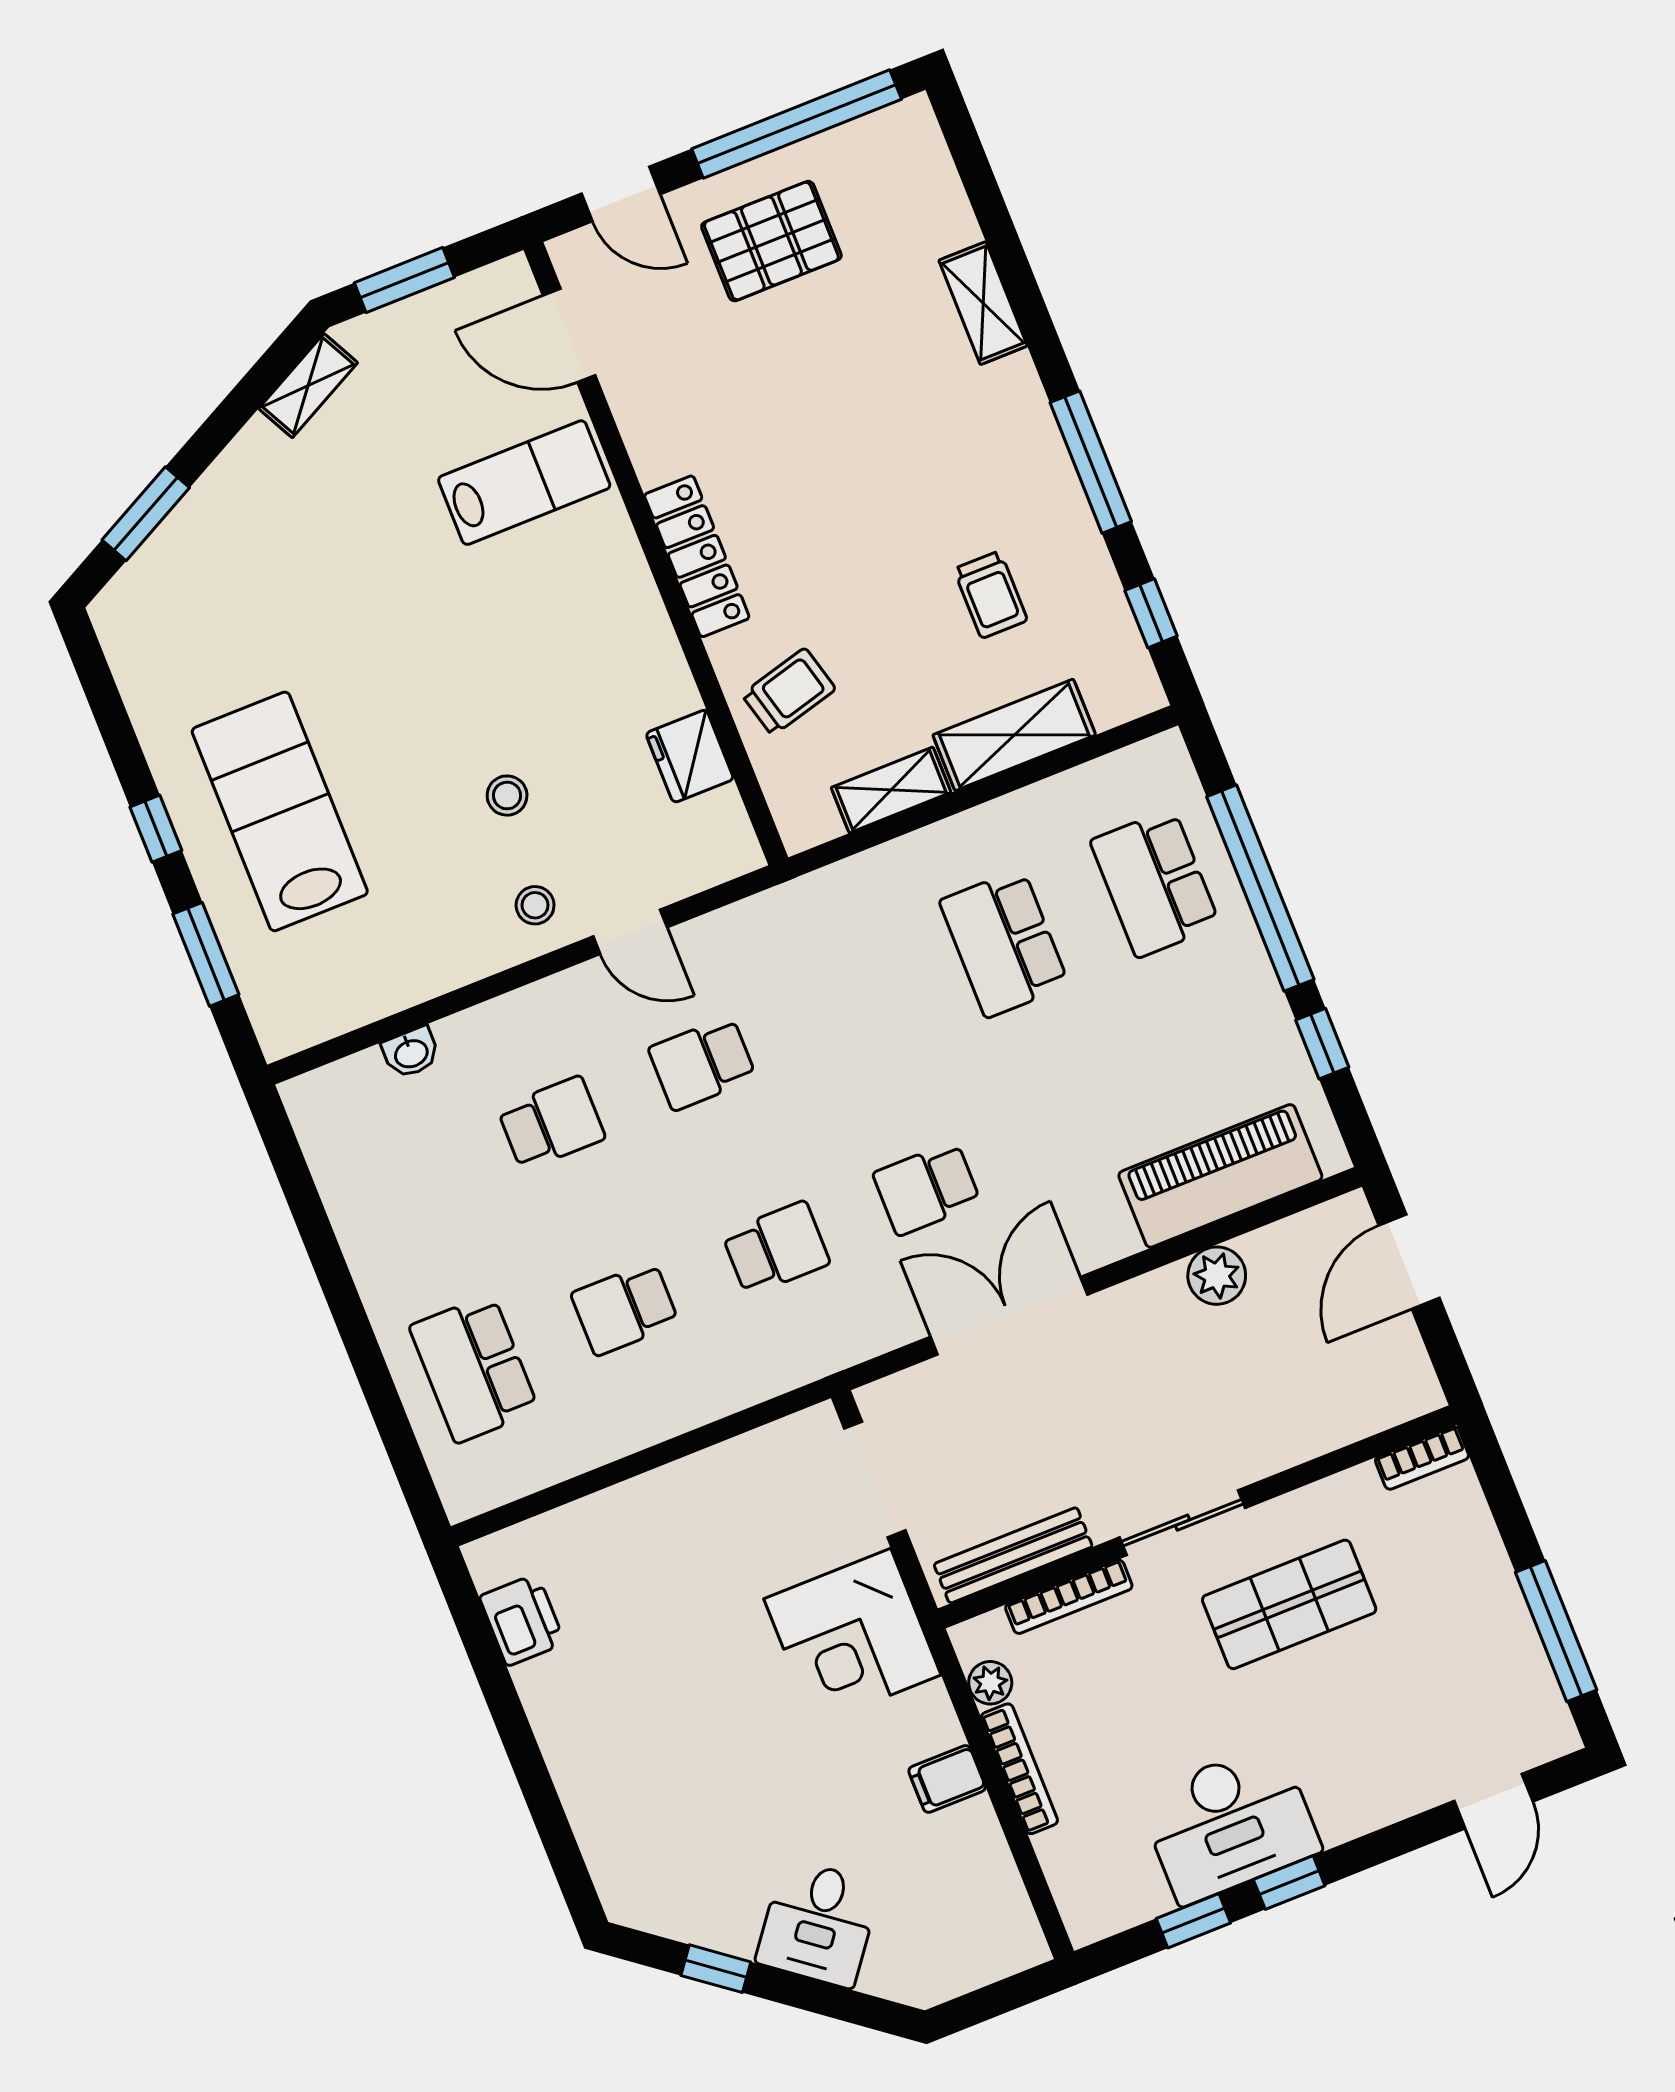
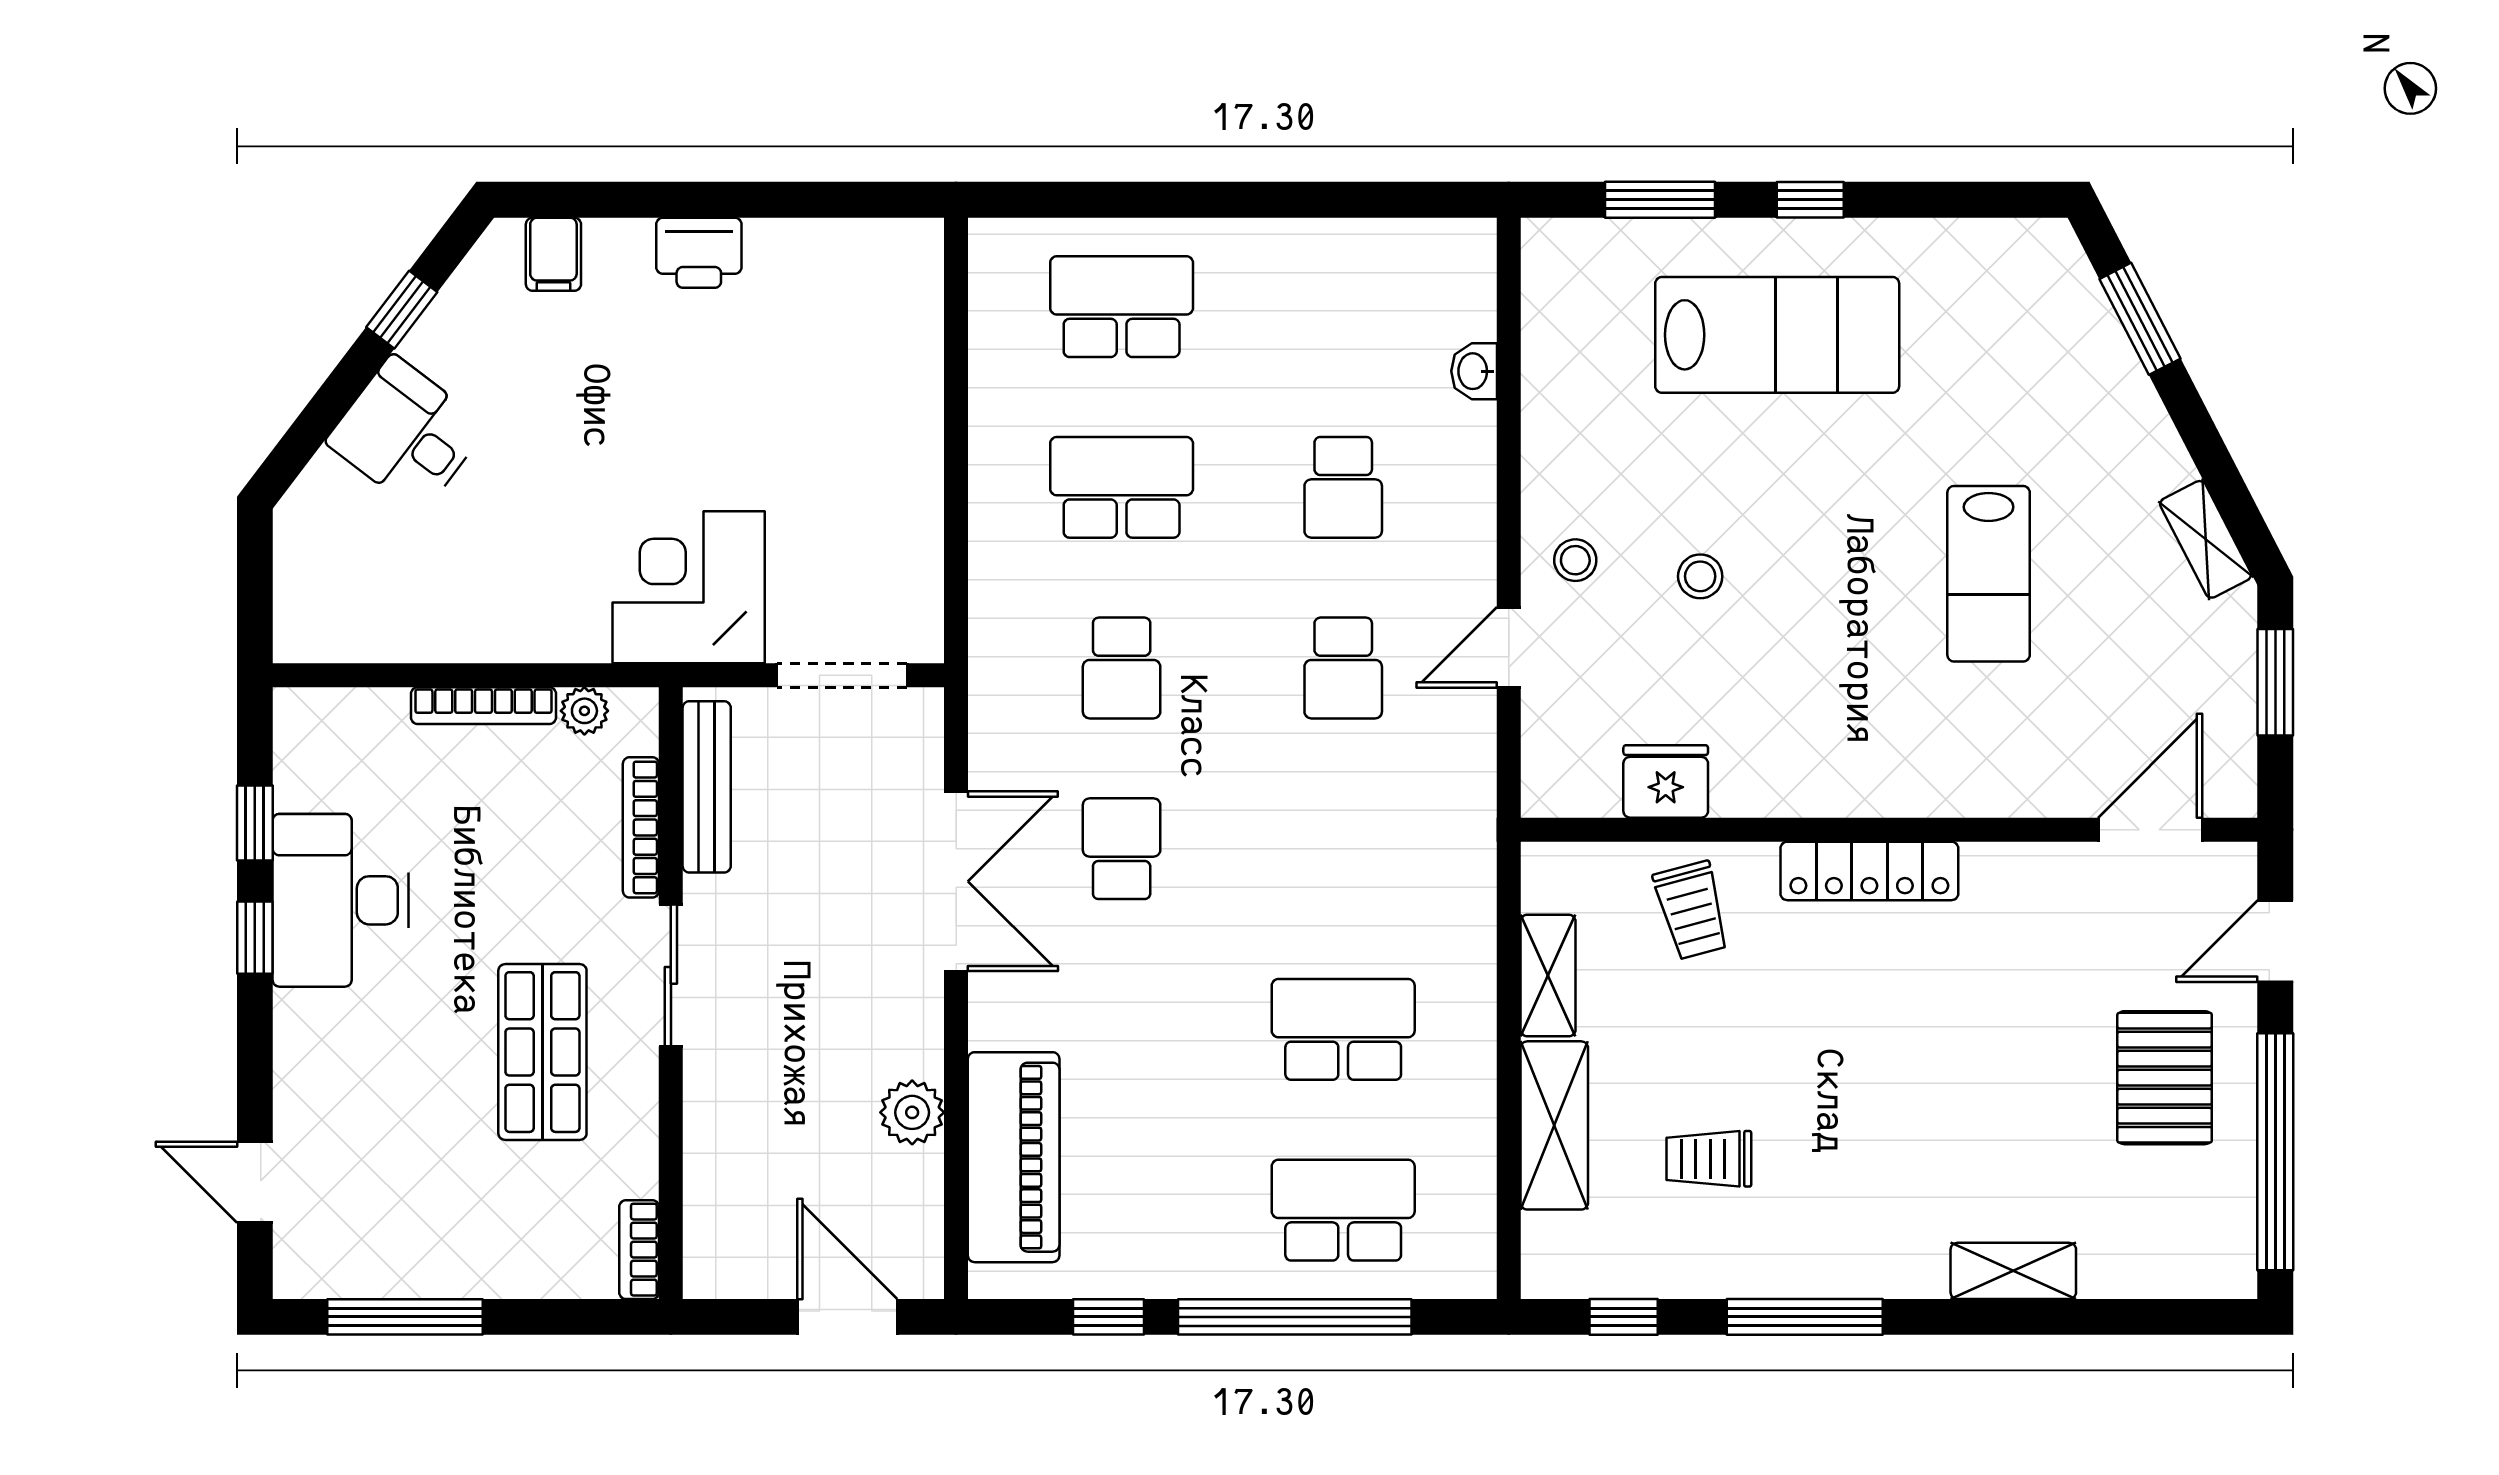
lab bench: (524, 483) -> (1989, 574), moved
school desk: (702, 1063) -> (1343, 668), turned 180
school desk: (625, 1308) -> (1122, 487), width x1.85
printer: (522, 1620) -> (699, 253), moved
filing cabinet: (947, 1779) -> (553, 254), moved, turned 180

